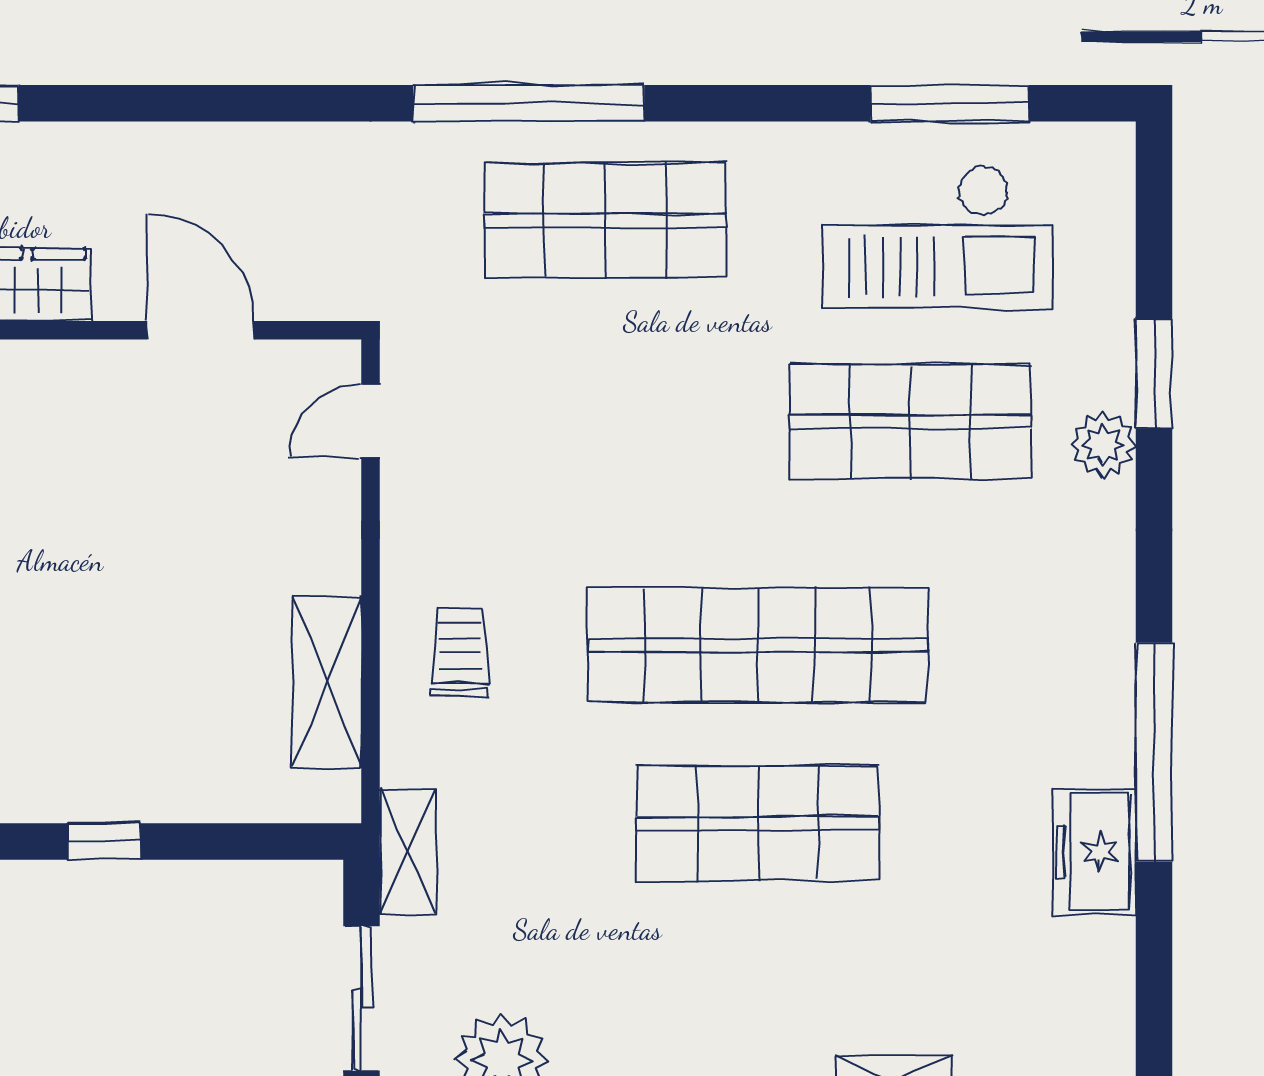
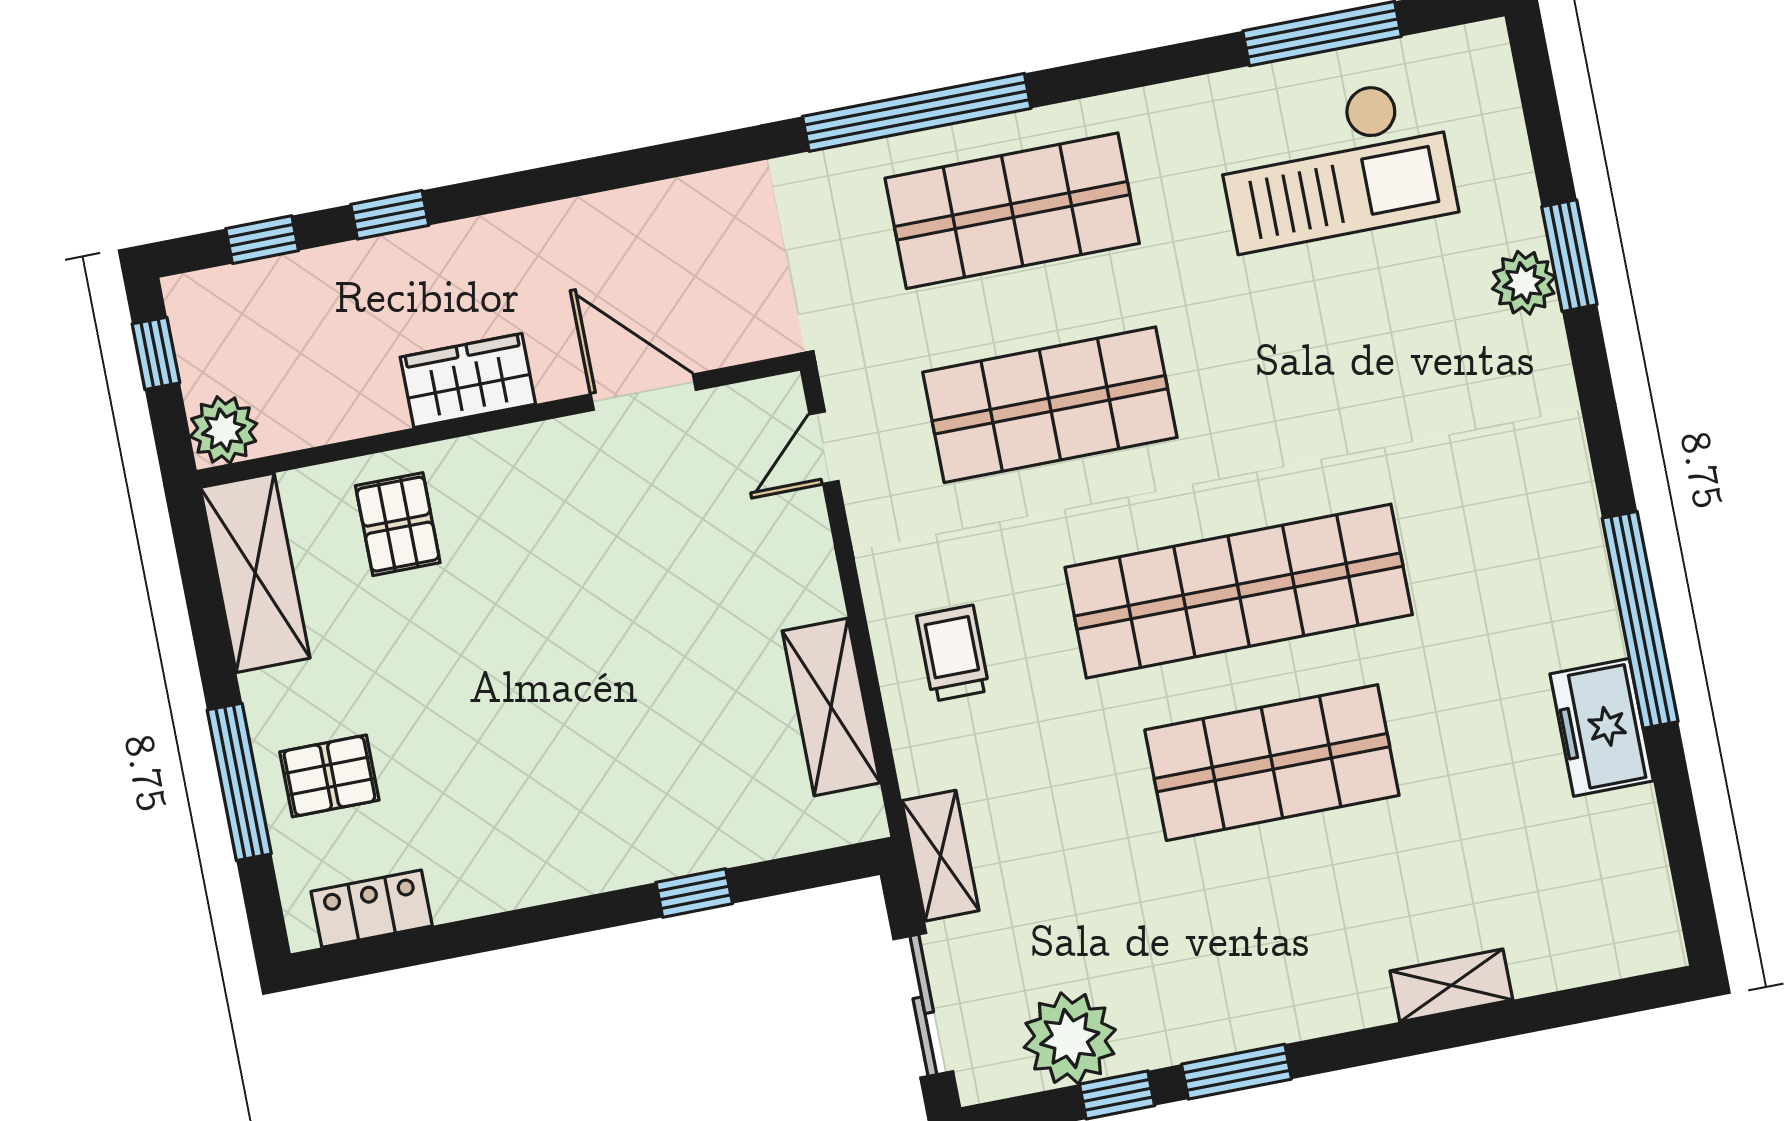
shop shelf: (910, 422) -> (1050, 405), moved
plant: (1103, 445) -> (1524, 283), moved
window: (104, 841) -> (694, 893), moved

